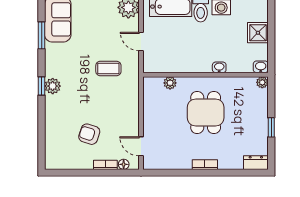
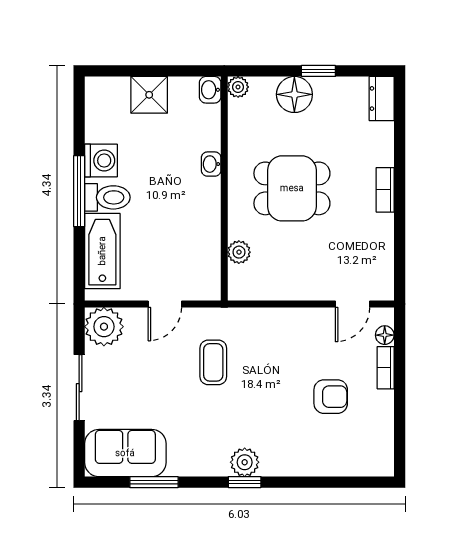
floor lamp: (258, 114) -> (294, 94), added
armchair: (89, 134) -> (331, 397), turned -108

